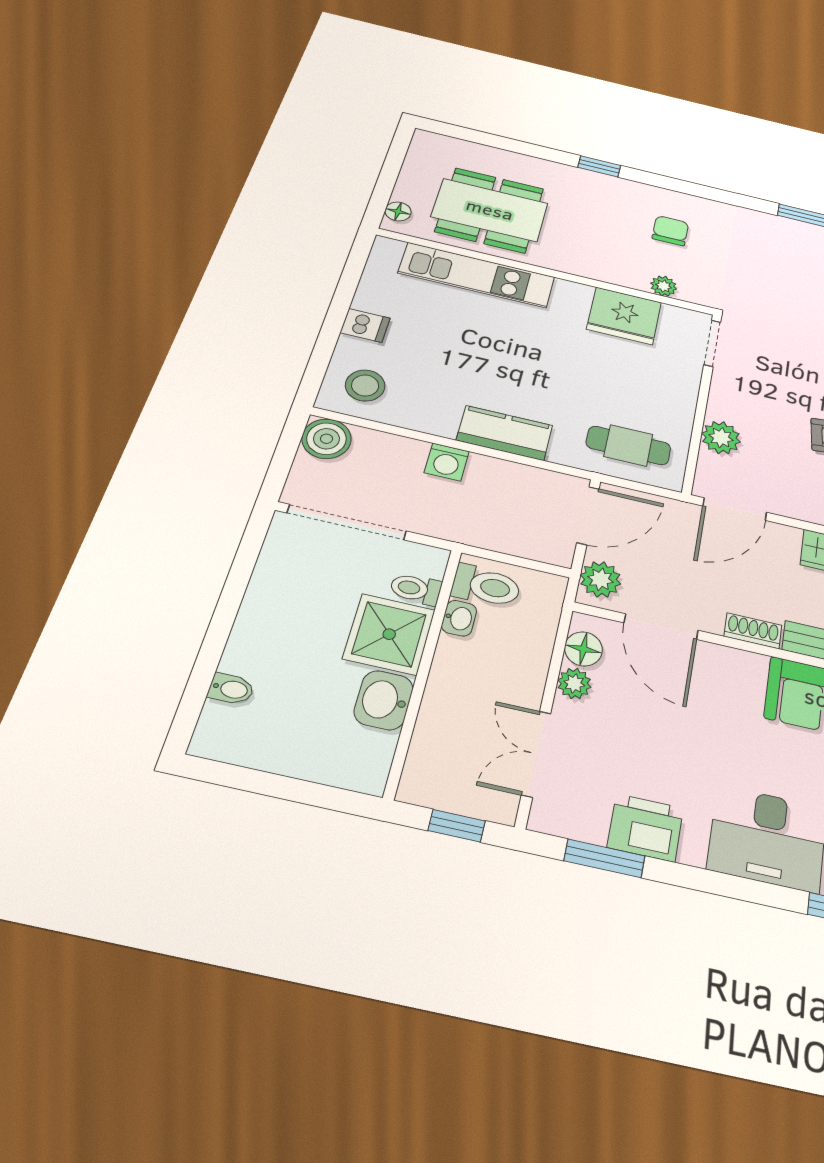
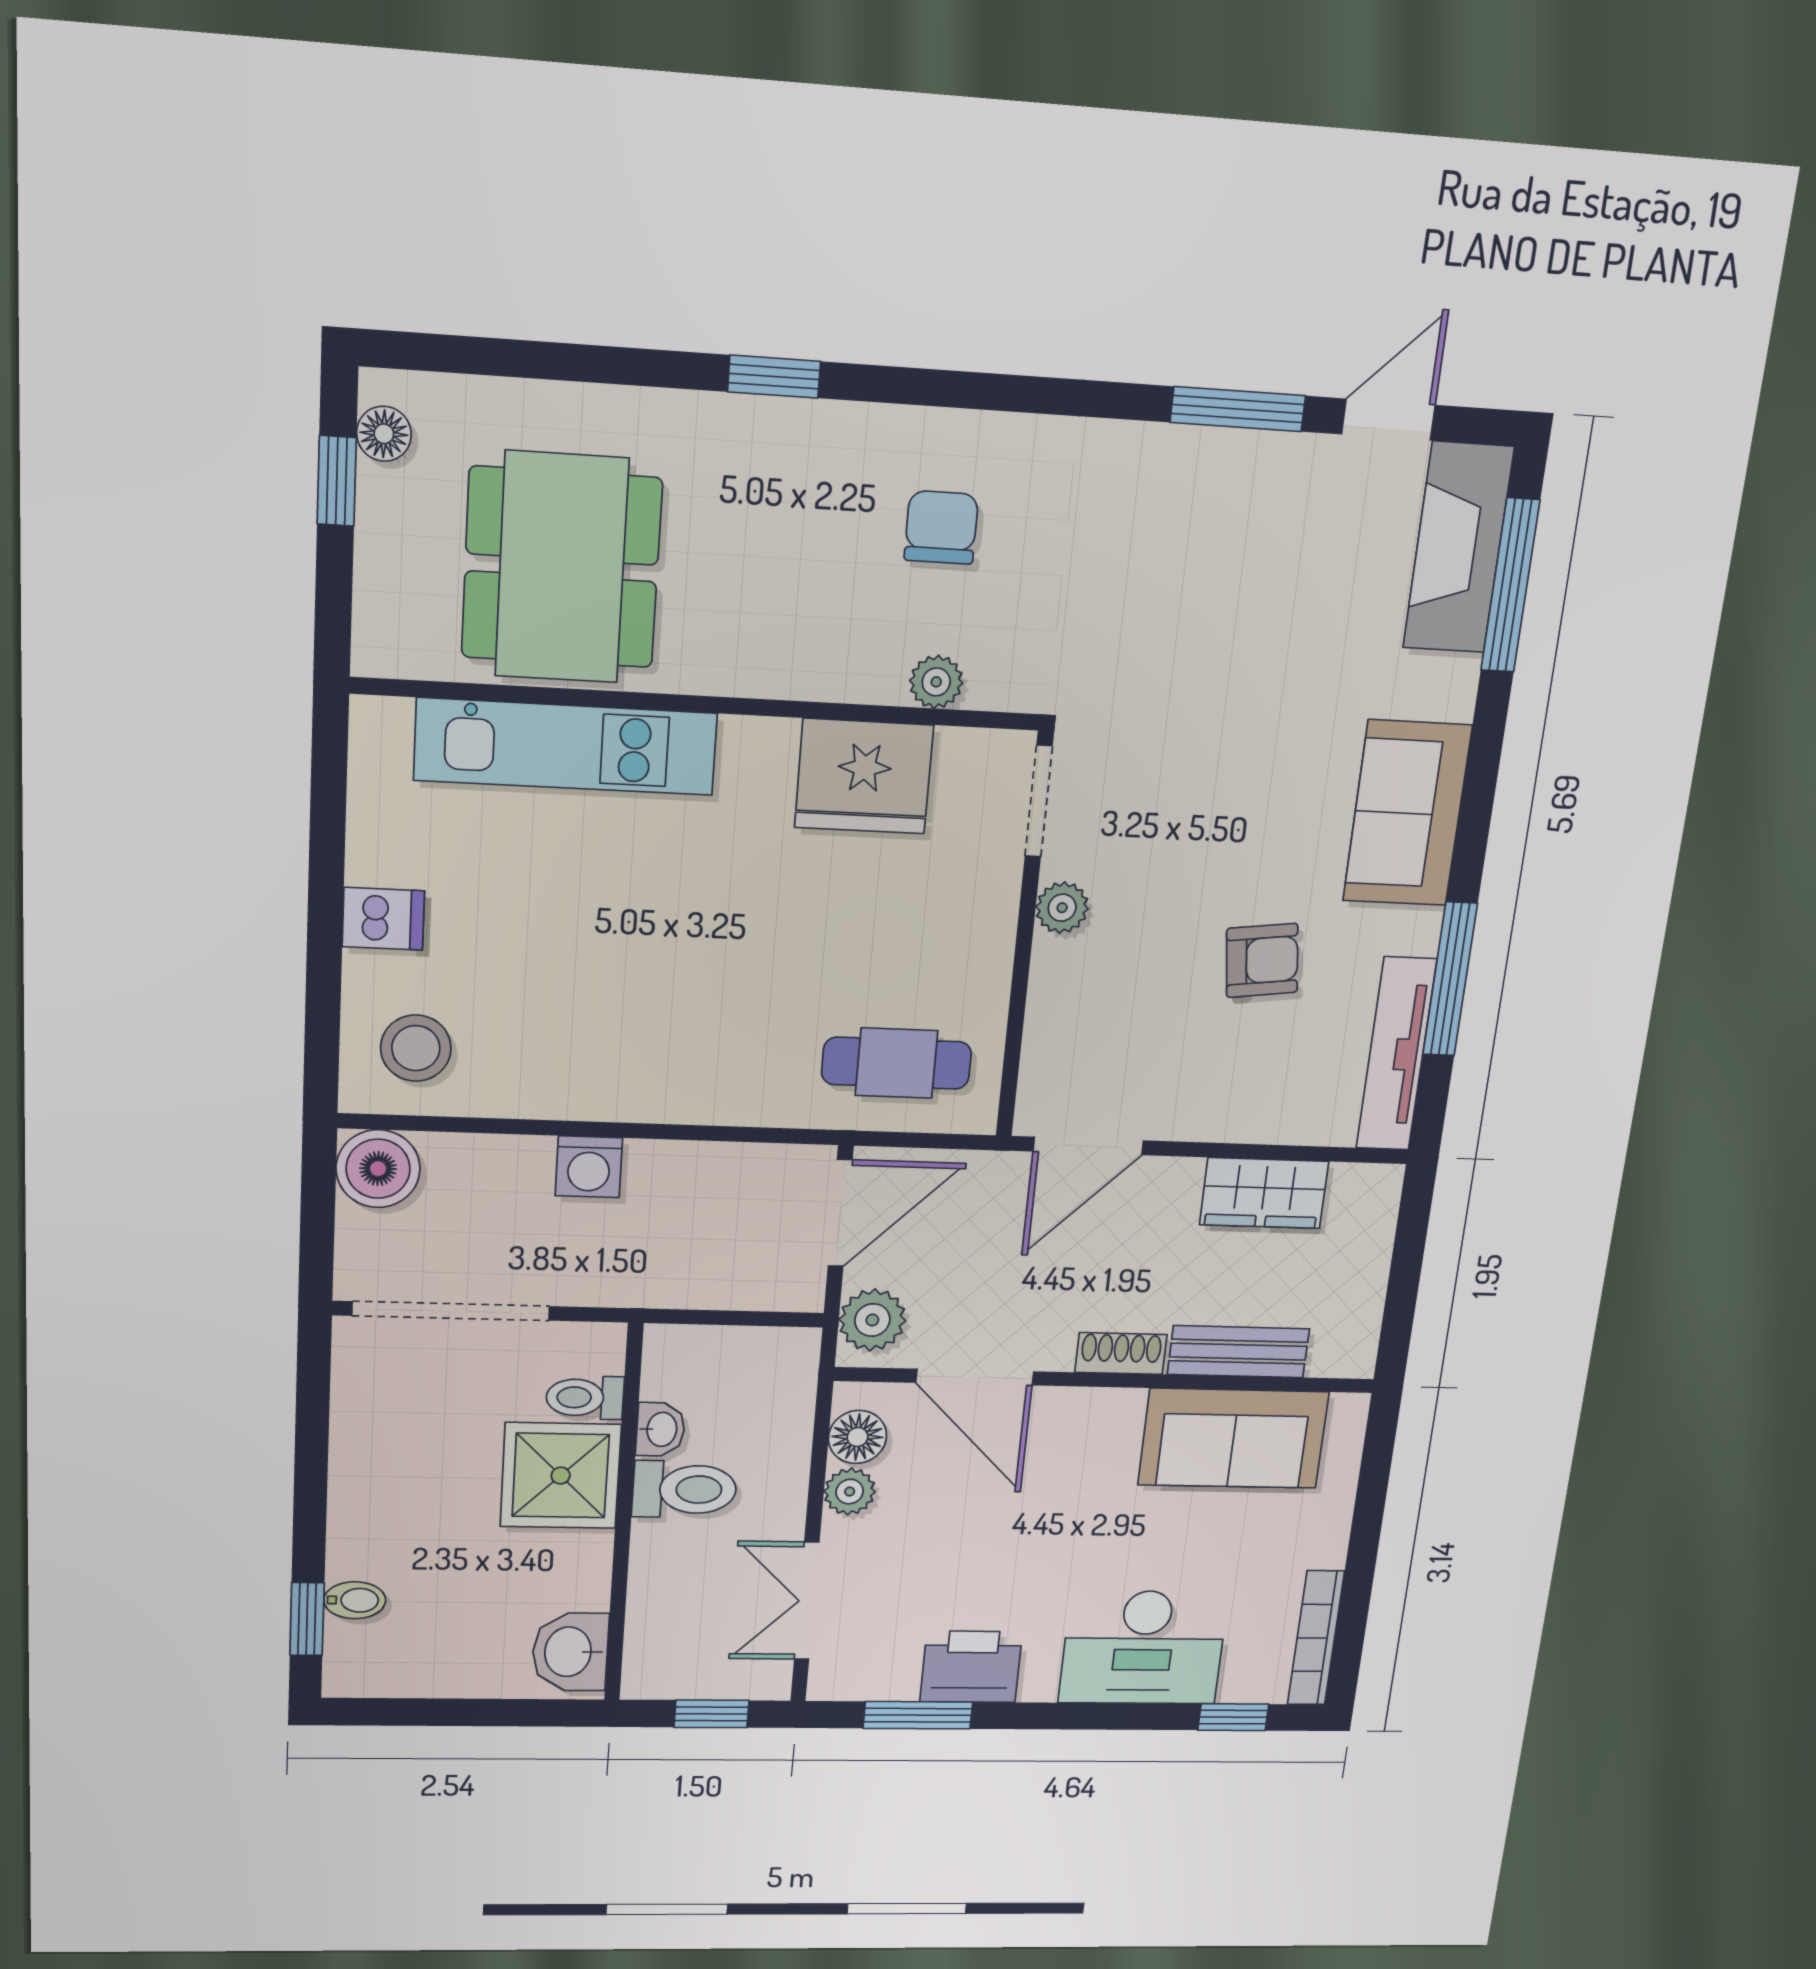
window: (394, 161) -> (337, 481), added
dining table: (490, 210) -> (562, 568), turned 90
floor lamp: (398, 211) -> (384, 434), moved
kitchen counter: (505, 433) -> (677, 1088), removed
plant: (721, 438) -> (1062, 908), moved, width x0.73, depth x0.73
toilet: (486, 586) -> (684, 1489), moved
window: (195, 695) -> (307, 1619), added
washbasin: (384, 700) -> (570, 1652), moved

